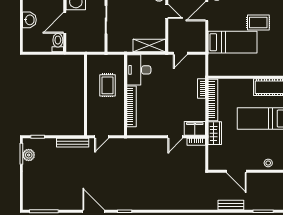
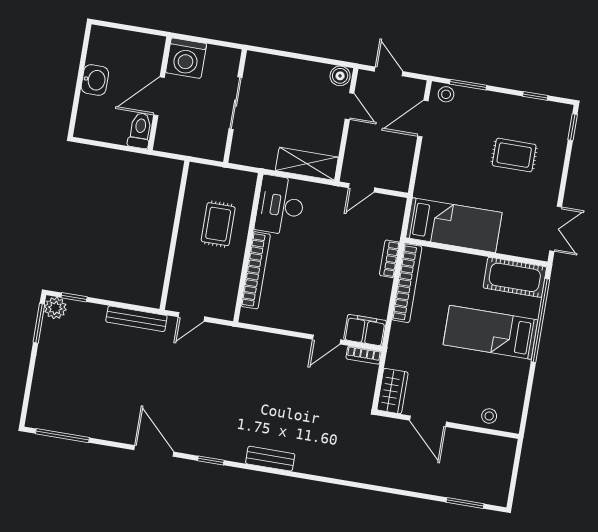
bed: (233, 42) -> (454, 225), moved
wardrobe: (215, 133) -> (392, 391), moved
plant: (29, 155) -> (55, 308), moved
bench: (231, 205) -> (270, 459), moved

